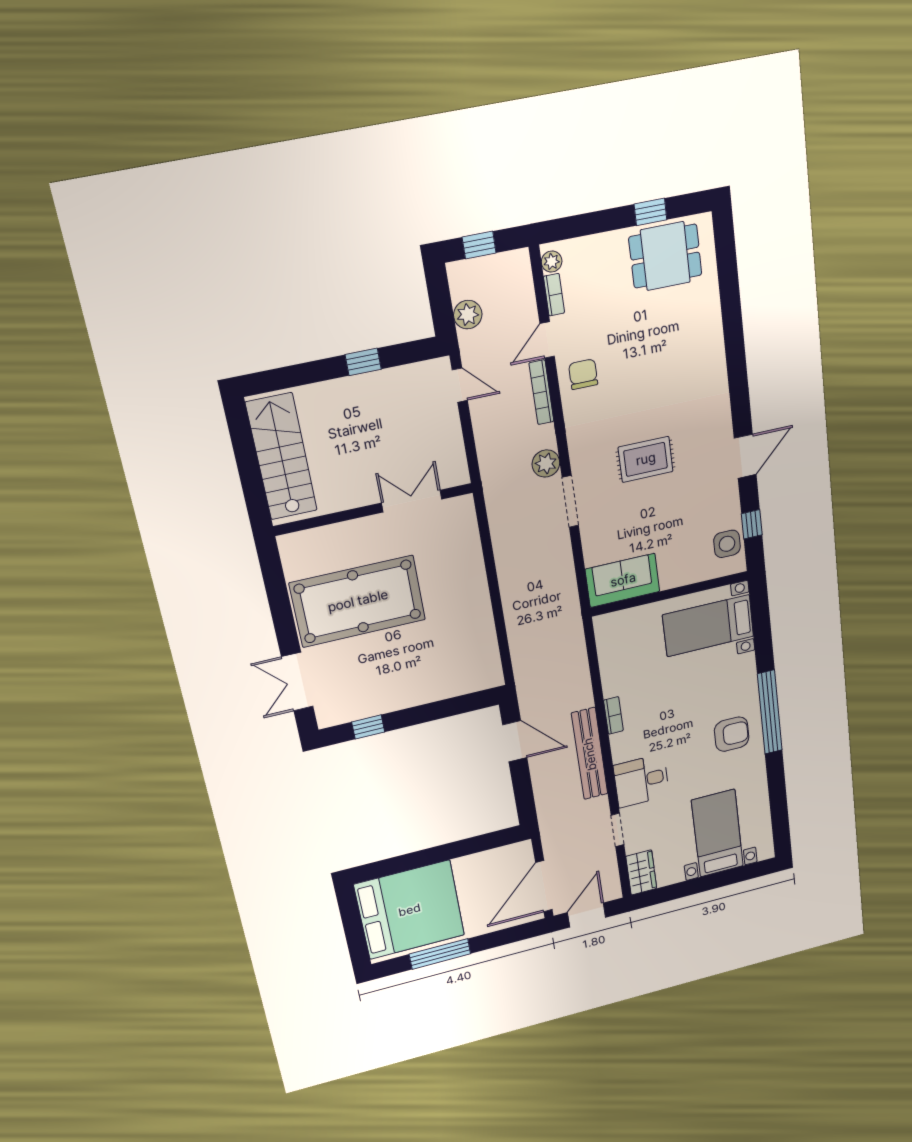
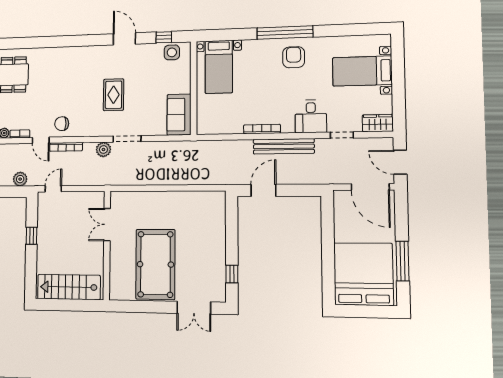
bookcase: (613, 715) -> (262, 129), width x1.56

